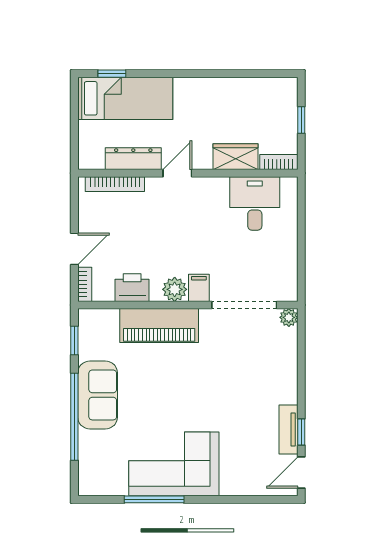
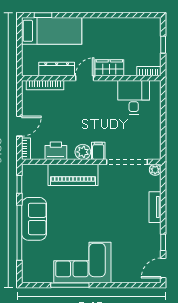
wardrobe: (236, 157) -> (109, 68), moved
tv unit: (288, 429) -> (155, 207), moved

